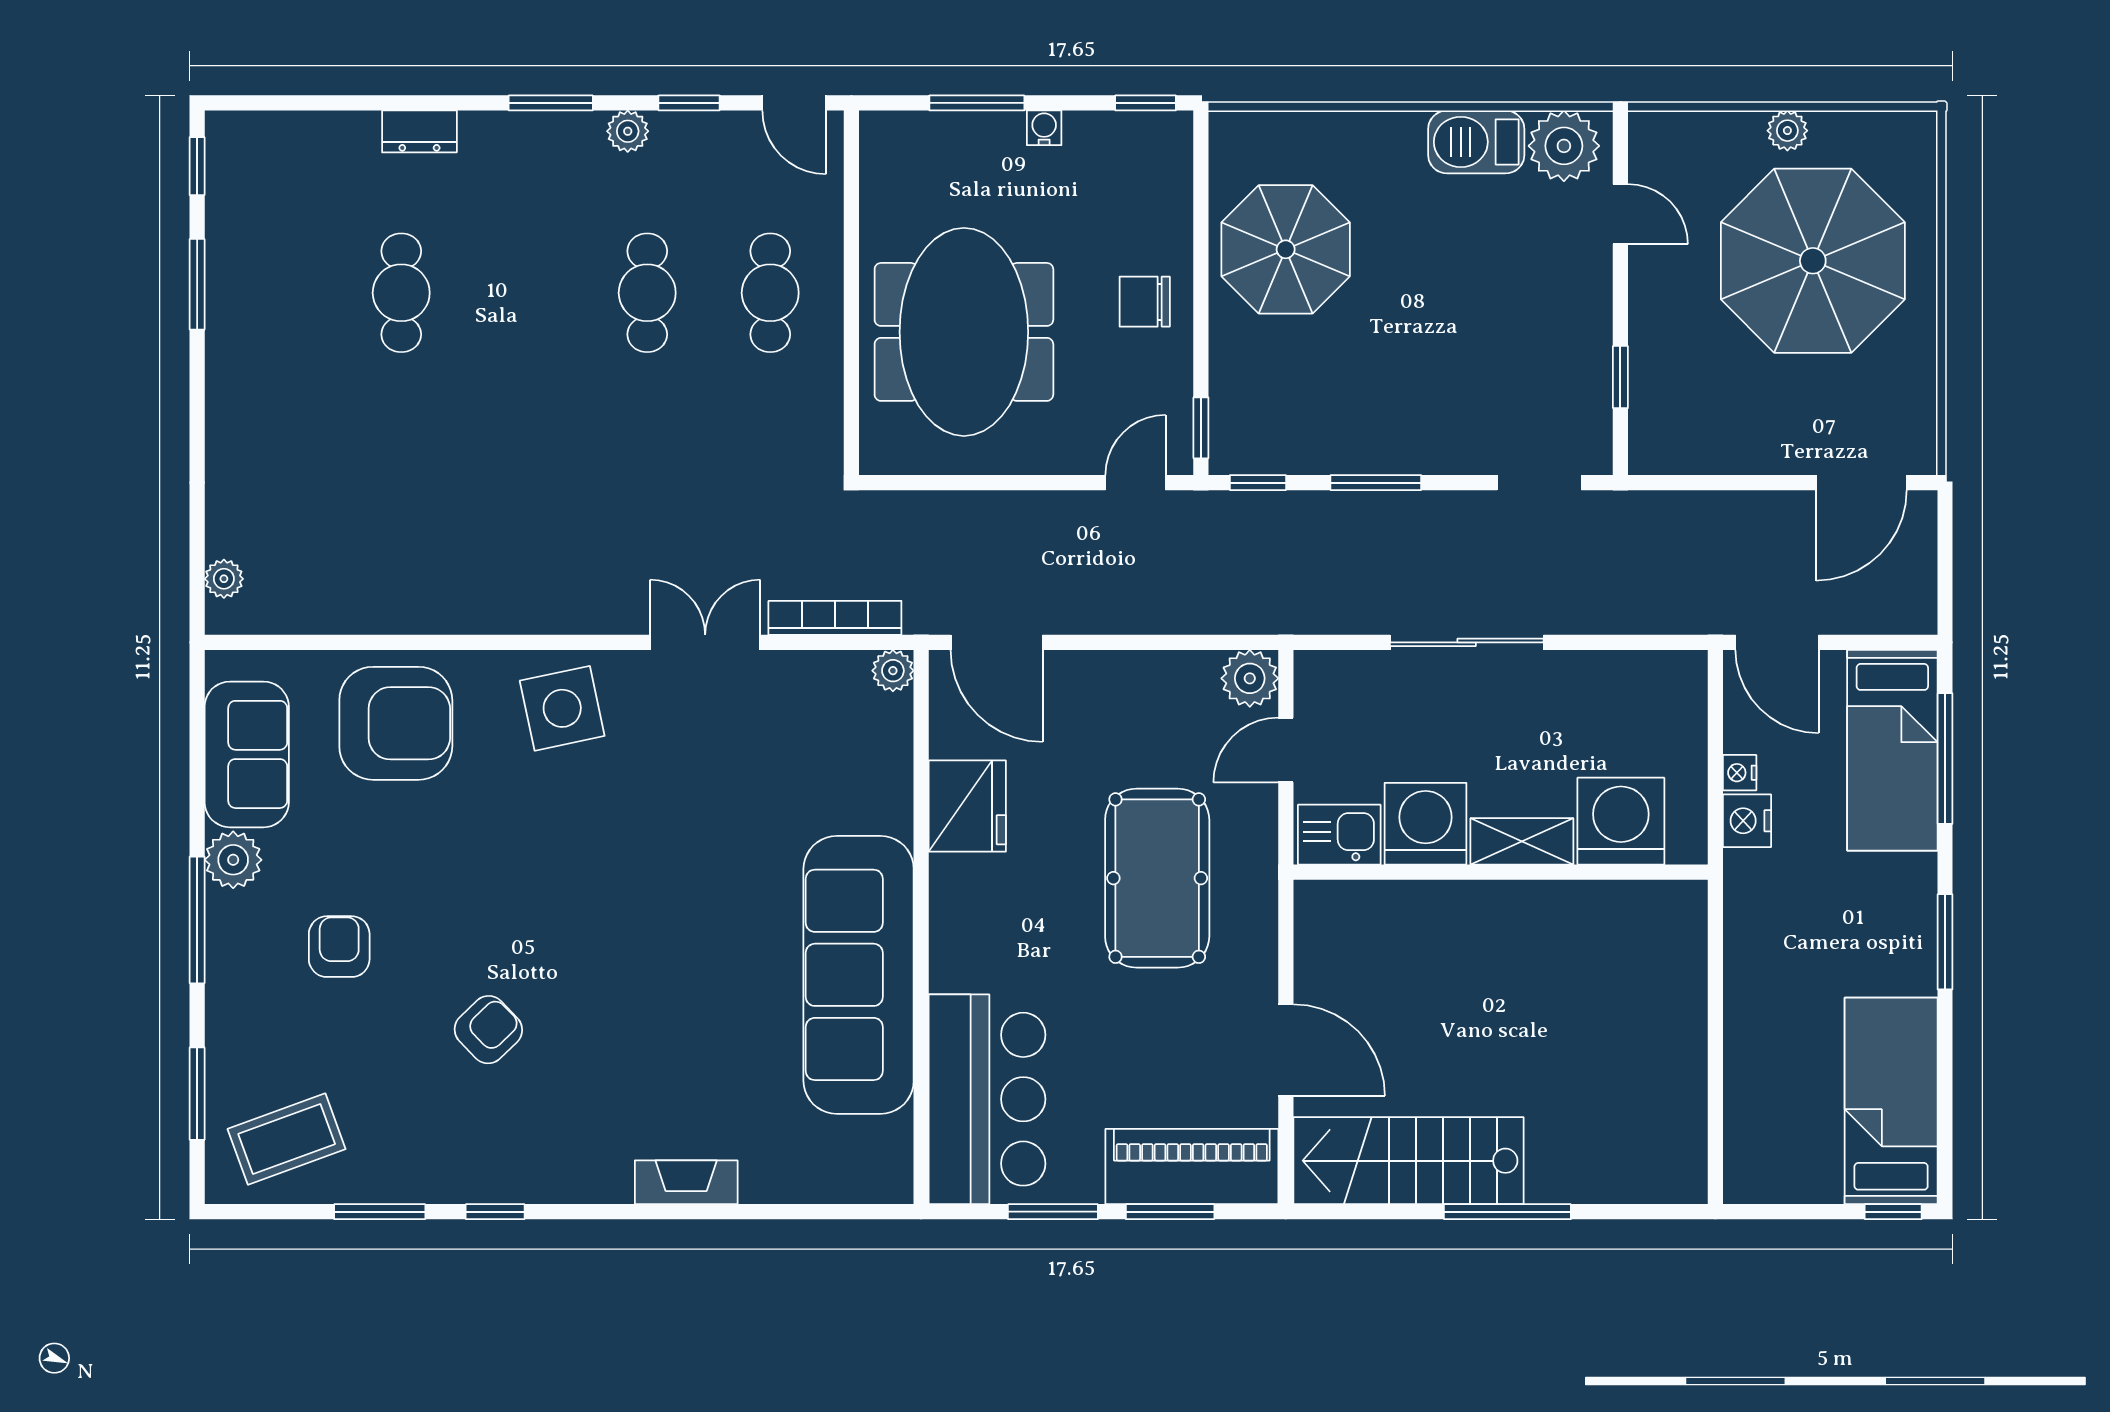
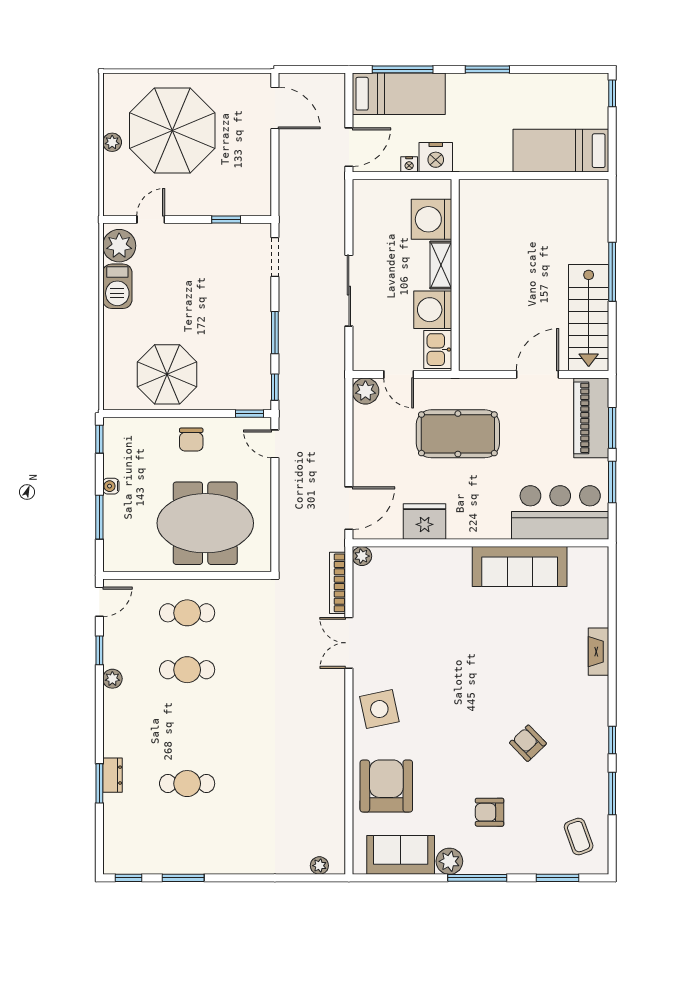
window: (551, 103) -> (99, 783), moved
nightstand: (1747, 821) -> (436, 157), width x1.36, depth x1.33
sofa: (859, 975) -> (520, 566), width x0.74, depth x0.79
bed: (1891, 1101) -> (561, 151), moved
coffee table: (287, 1139) -> (579, 837), width x0.73, depth x0.77

